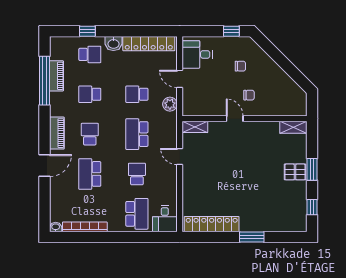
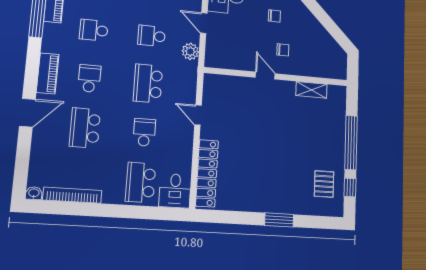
shelving: (195, 127) -> (218, 81), removed
shelving: (293, 127) -> (311, 90), moved
window: (312, 169) -> (351, 142), width x2.11
pallet: (295, 172) -> (324, 184), moved, turned 90
school desk: (137, 214) -> (141, 182), turned 180
locker: (212, 224) -> (207, 173), moved, turned 90

